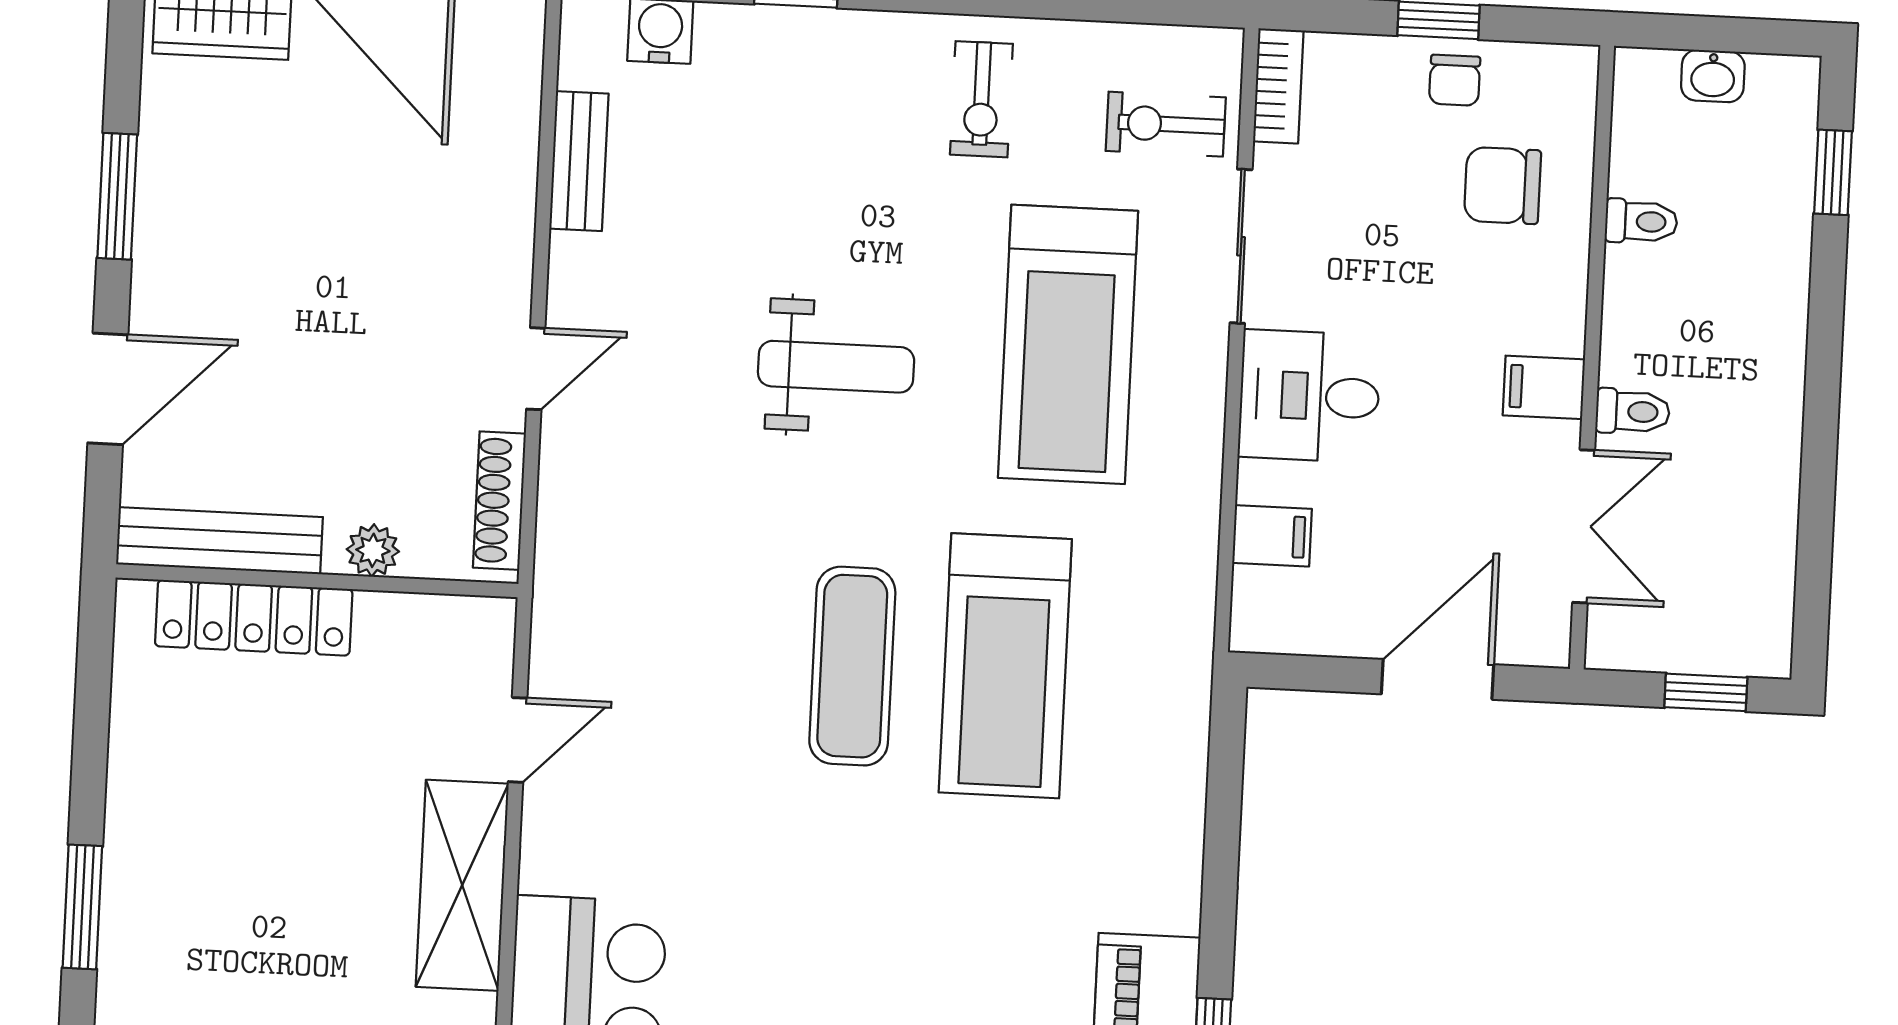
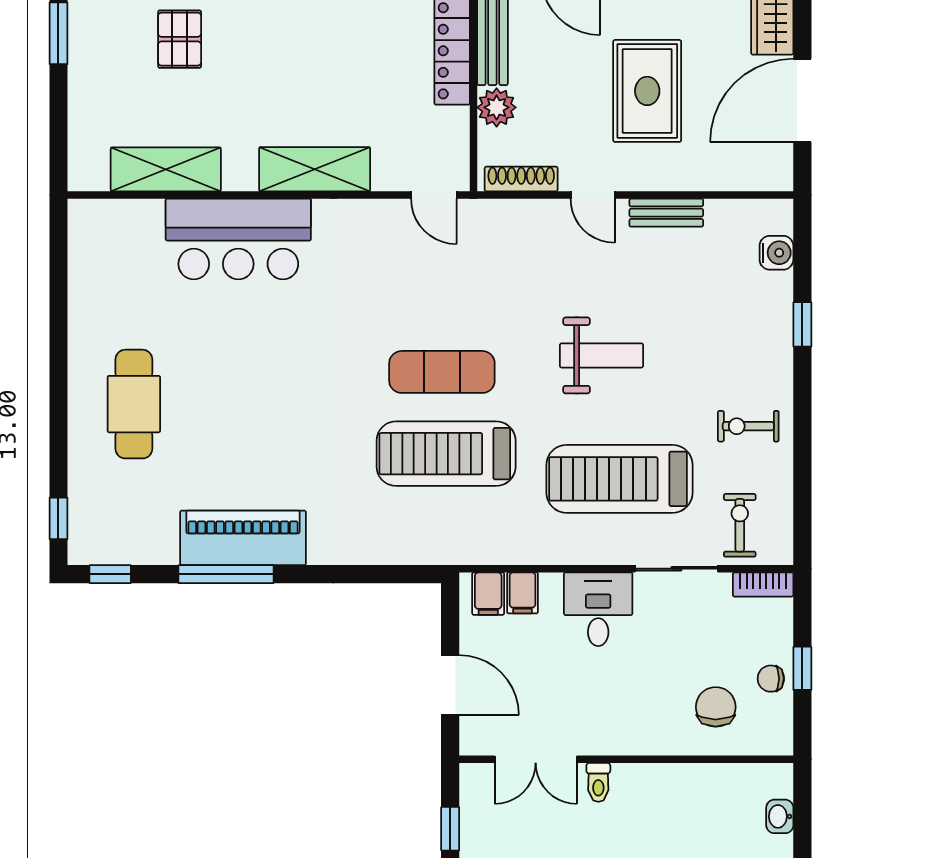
bench: (579, 161) -> (666, 213), moved
toilet: (1641, 221) -> (700, 782), removed
rug: (346, 257) -> (647, 91), added
weight bench: (836, 367) -> (601, 355), turned -90
filing cabinet: (1544, 387) -> (488, 594), moved, turned 180
plant: (373, 550) -> (497, 107), width x1.38, depth x1.38
door: (518, 740) -> (434, 195), moved

